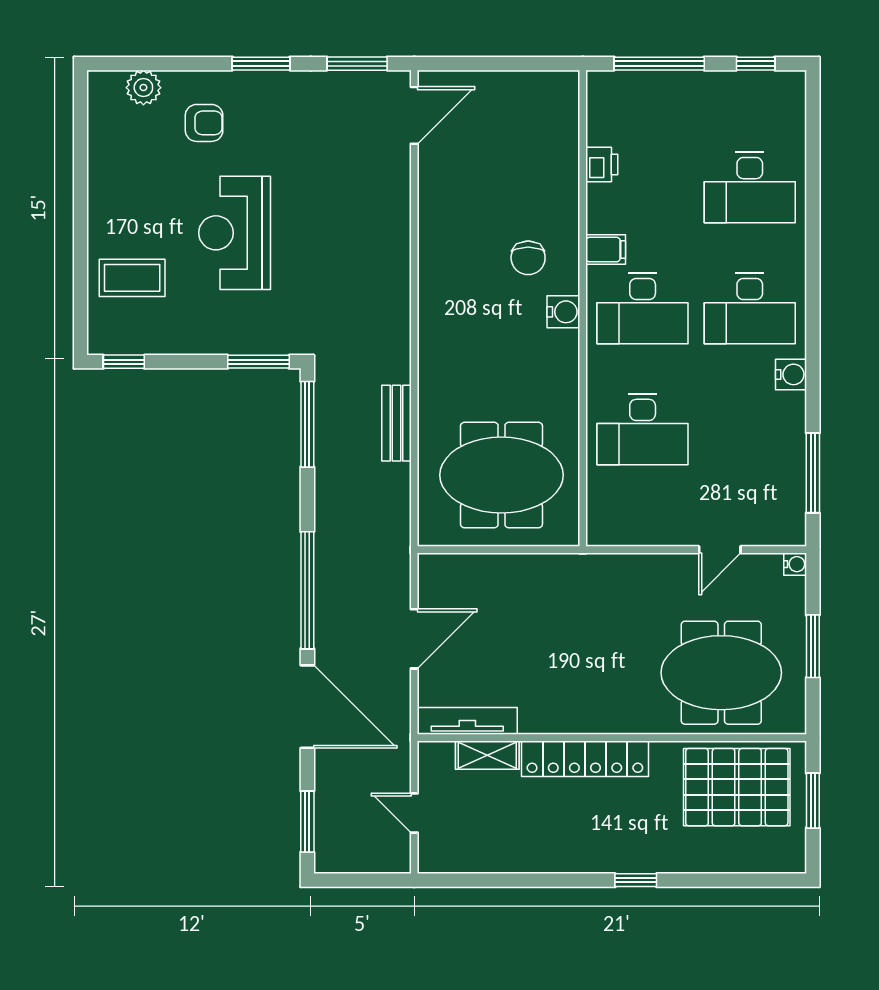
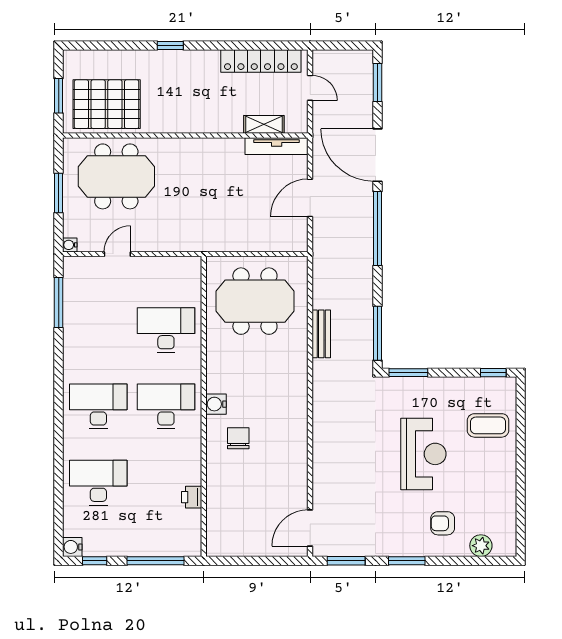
filing cabinet: (606, 250) -> (189, 443), removed
water cooler: (791, 374) -> (72, 547), moved
locker: (585, 759) -> (261, 61), moved, turned 180

